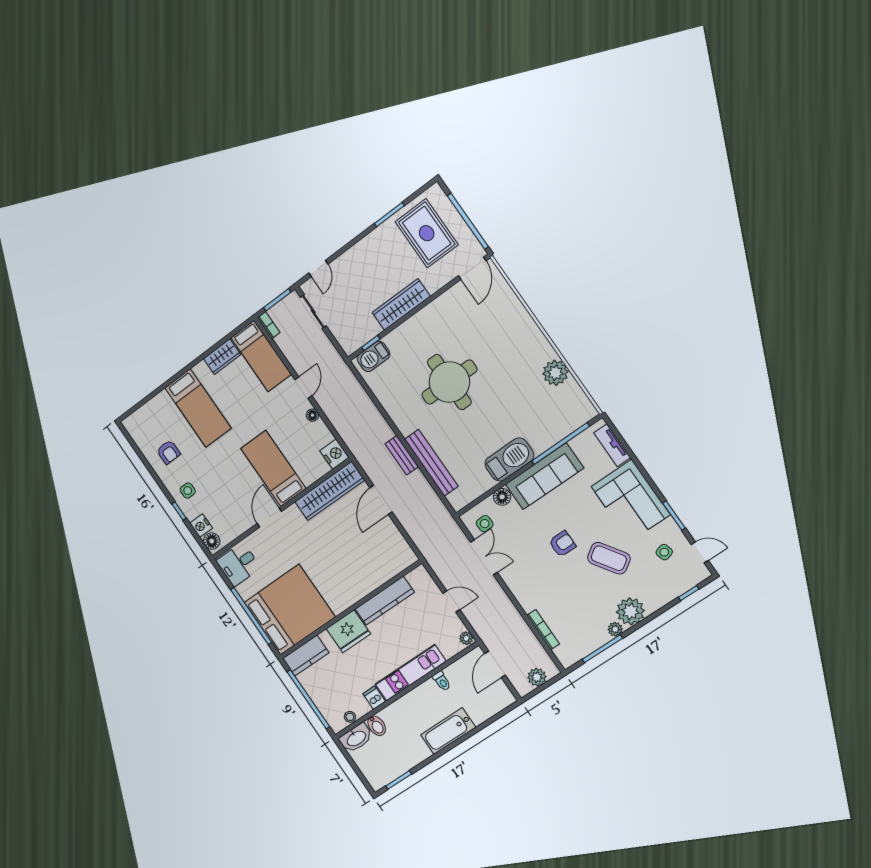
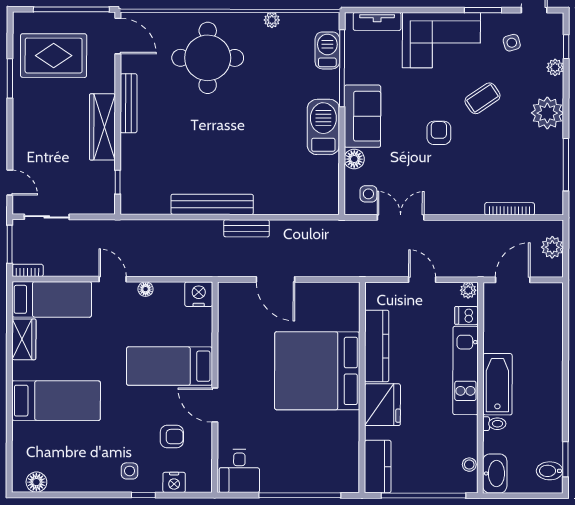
bench: (430, 311) -> (129, 103), added
barbecue: (373, 356) -> (327, 50), moved, turned 180
plant: (555, 373) -> (272, 20), width x0.53, depth x0.53
round table: (449, 382) -> (208, 58), moved
armchair: (168, 452) -> (172, 437), moved
bench: (431, 463) -> (212, 204), moved
sofa: (544, 476) -> (362, 116), width x0.73
wardrobe: (330, 491) -> (231, 325), removed
floor lamp: (212, 541) -> (36, 482), moved
coffee table: (609, 558) -> (483, 98), width x0.73, depth x0.77
door: (451, 601) -> (422, 280), hinge flipped
bed: (290, 610) -> (317, 371), moved, turned -90
plant: (615, 629) -> (555, 67), moved
door: (495, 664) -> (513, 280), swing flipped
toilet: (442, 681) -> (494, 424), moved
dishwasher: (374, 698) -> (466, 315), moved
bidet: (377, 726) -> (550, 471), moved, turned 180
bathtub: (448, 731) -> (497, 384), moved, turned 180

